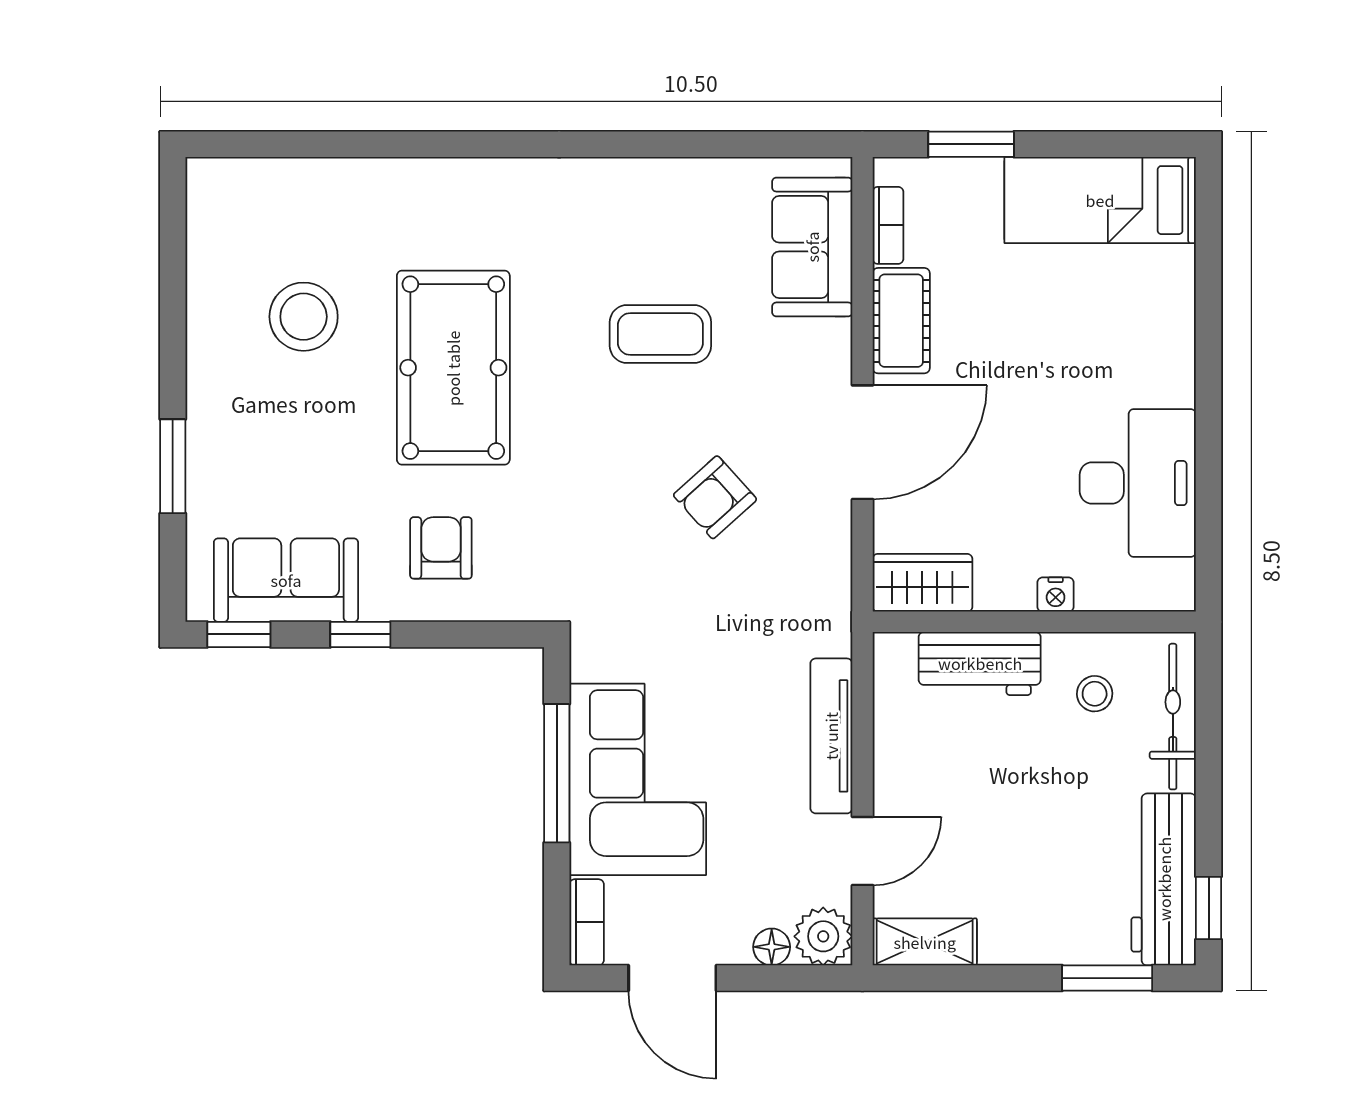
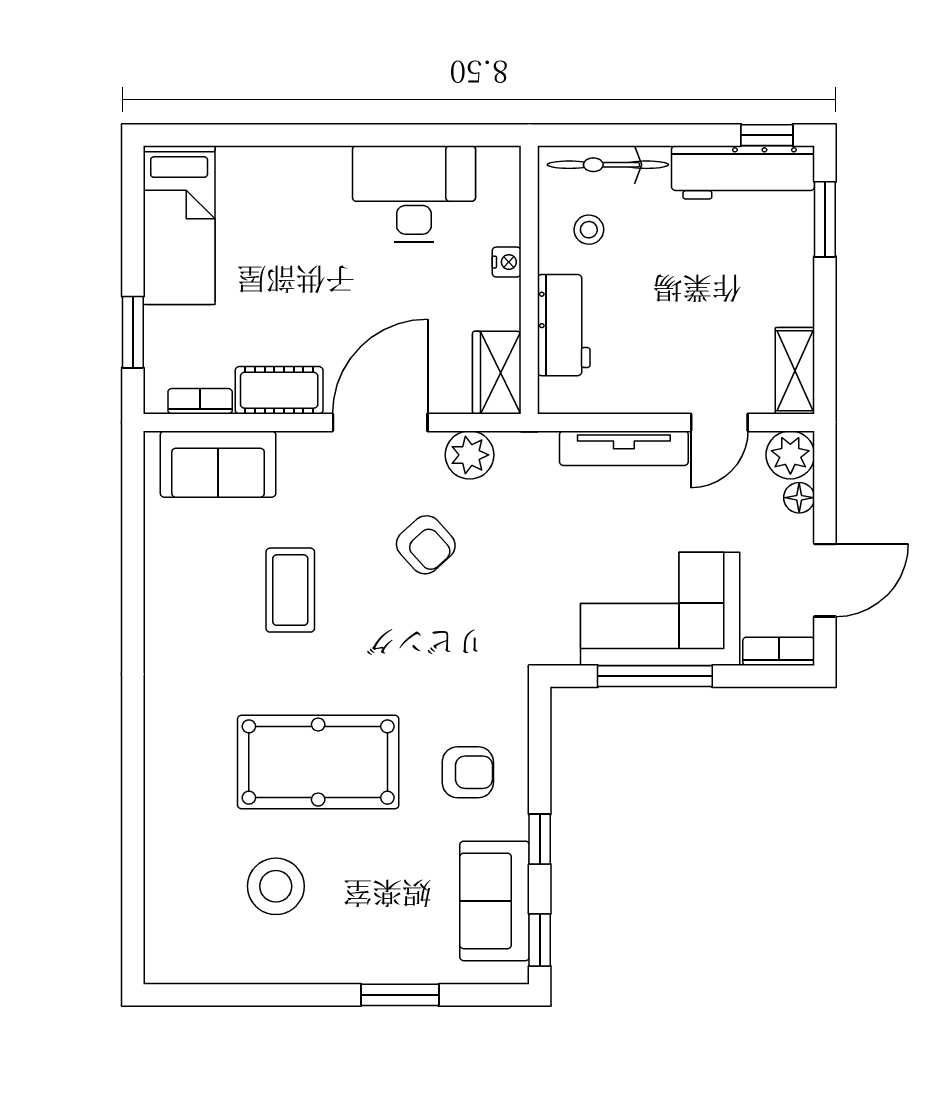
door: (862, 442) -> (380, 422), hinge flipped
armchair: (441, 548) -> (468, 772), turned 180
plant: (823, 550) -> (470, 455), added
door: (862, 851) -> (719, 422), swing flipped

